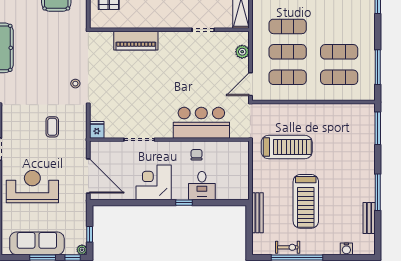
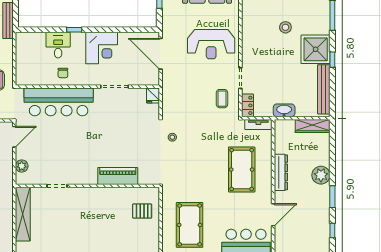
bar counter: (201, 123) -> (59, 102), width x1.36
coffee table: (52, 127) -> (222, 99), moved

